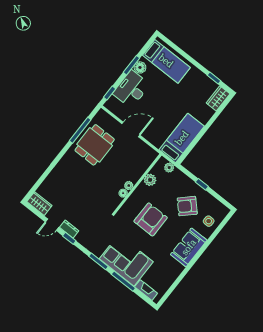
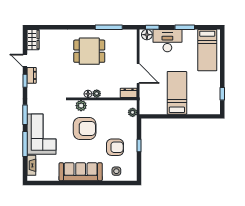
floor lamp: (140, 67) -> (147, 35), moved
wardrobe: (218, 98) -> (210, 108), removed
door: (131, 129) -> (138, 73), moved
bed: (182, 138) -> (177, 93), moved, turned -90
dining table: (95, 145) -> (89, 51), moved
dresser: (150, 158) -> (129, 93), added
plant: (150, 180) -> (81, 106), moved
armchair: (187, 206) -> (115, 147), turned 134
sofa: (189, 247) -> (81, 172), width x1.36

